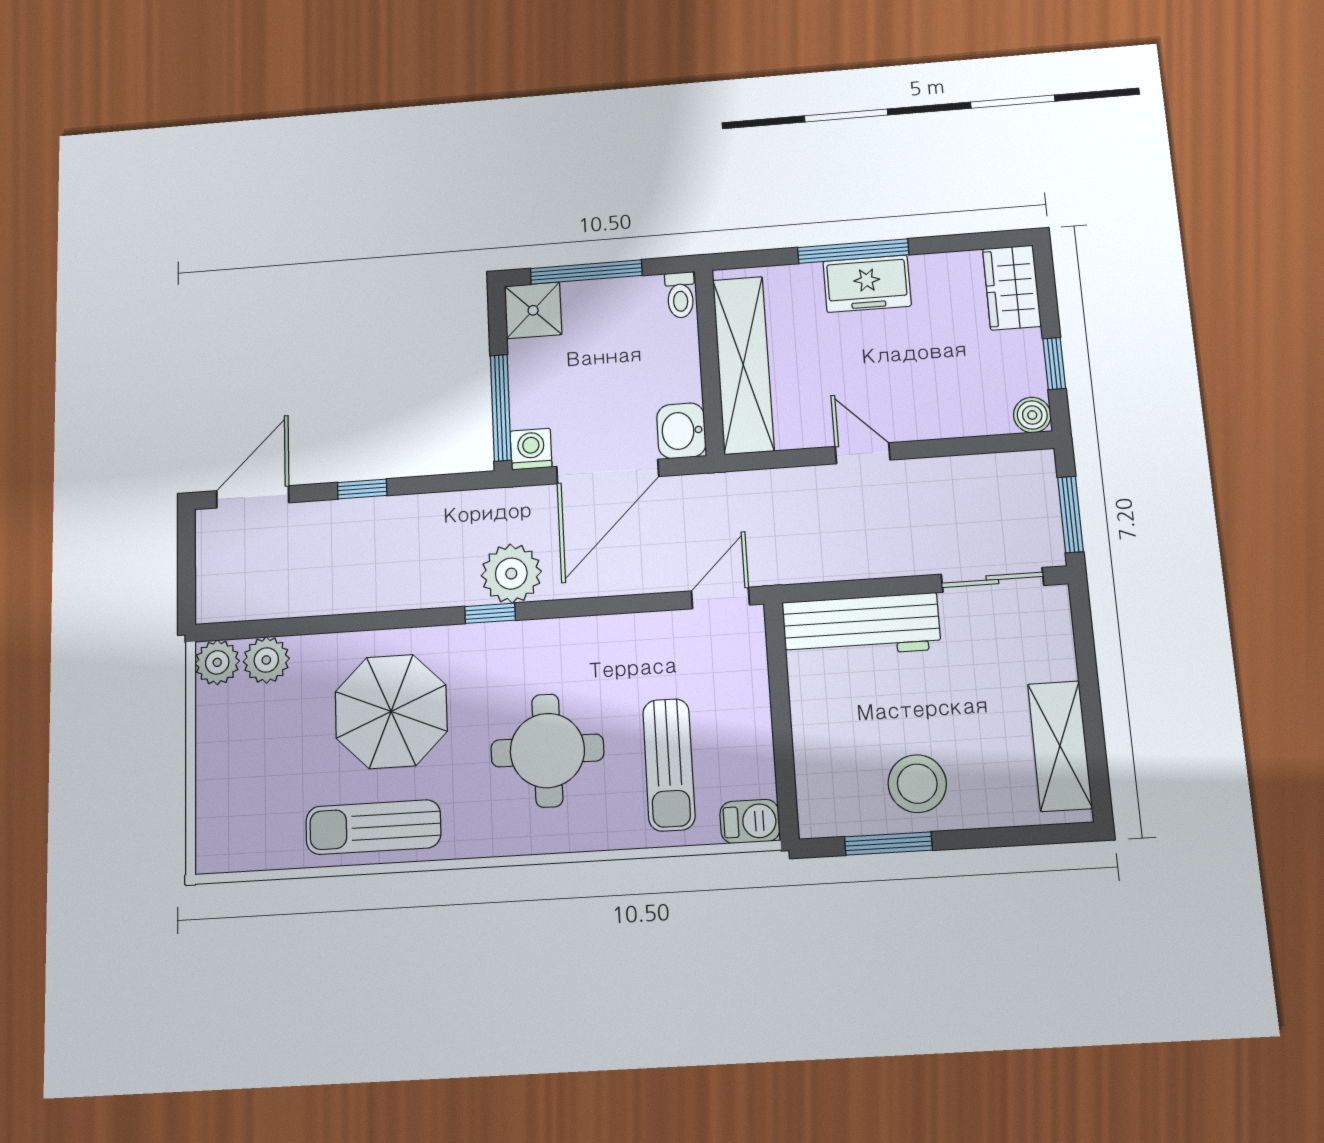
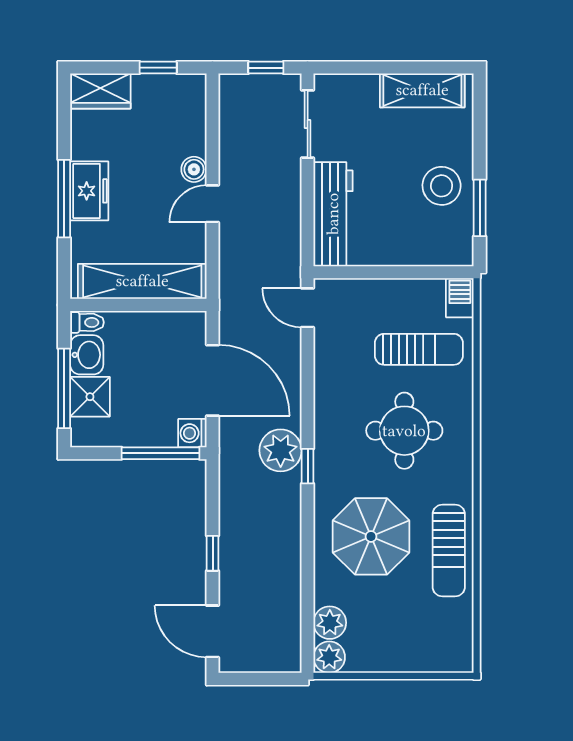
shower: (533, 310) -> (90, 397), moved
boiler: (1032, 415) -> (194, 169), moved
washbasin: (681, 431) -> (87, 355), moved, turned -90
window: (1070, 514) -> (266, 68), width x0.67

